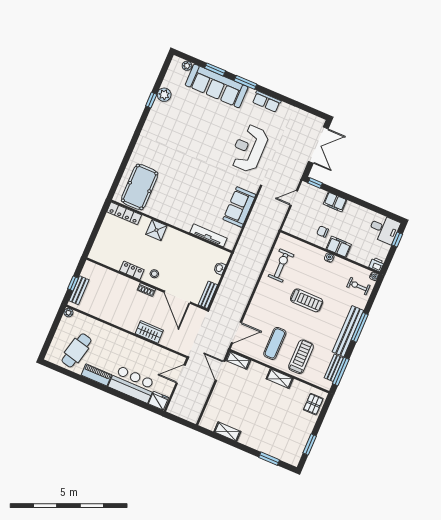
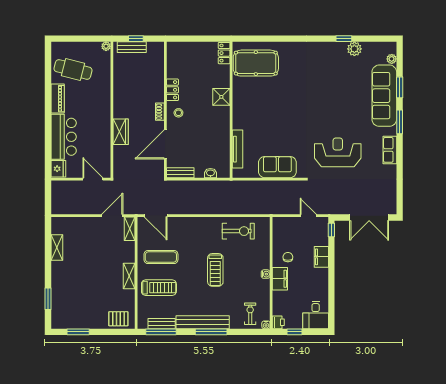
locker: (124, 213) -> (224, 53), width x0.66
window: (397, 239) -> (294, 332), moved

